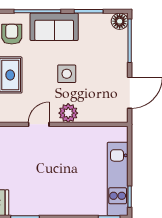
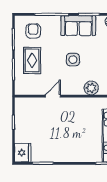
sofa: (54, 27) -> (78, 26), moved
plant: (68, 113) -> (91, 88), moved

